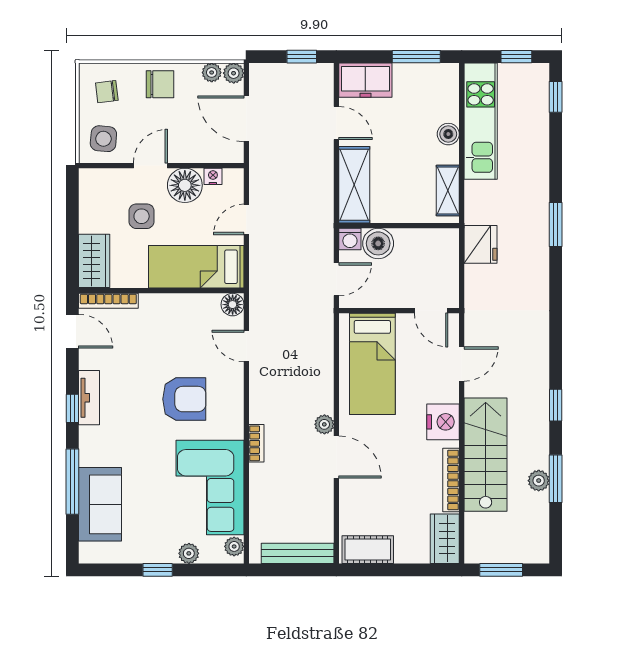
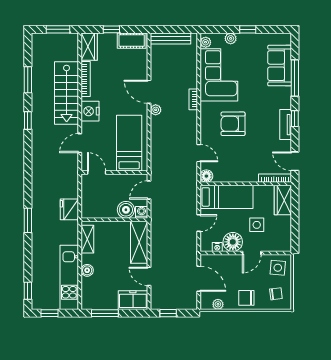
plant: (234, 73) -> (206, 304), removed
plant: (539, 481) -> (37, 79), removed
window: (405, 570) -> (111, 29), added

